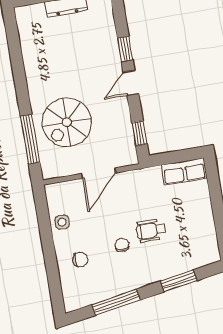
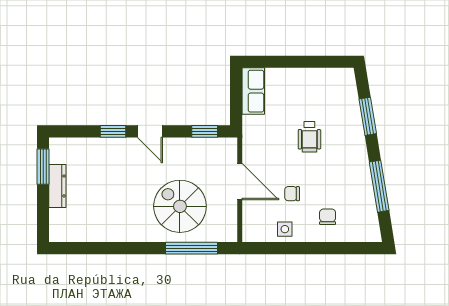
spiral stairs: (67, 122) -> (180, 206), turned 180
chair: (122, 245) -> (292, 194), moved

